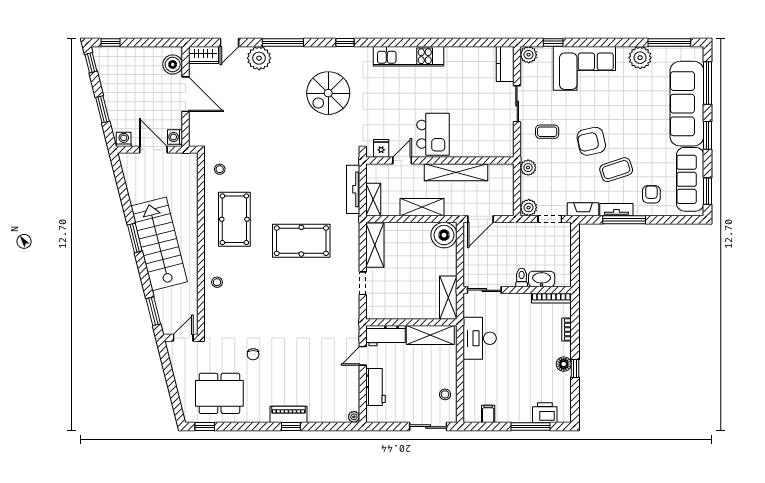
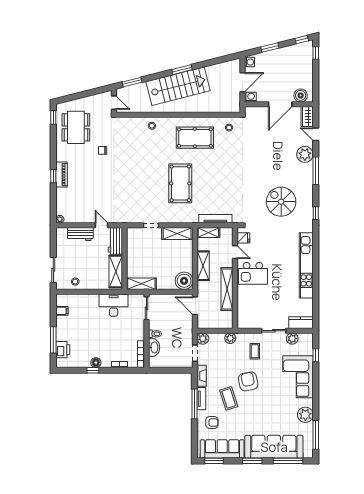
plant: (529, 55) -> (292, 339), moved
kitchen unit: (409, 56) -> (306, 265), width x1.36

